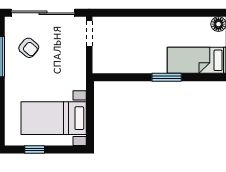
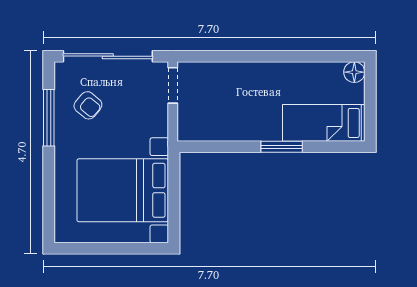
bed with nightstands: (54, 118) -> (123, 190), width x1.36
window: (35, 150) -> (96, 248), removed

